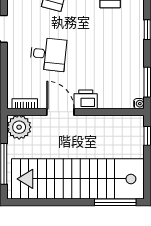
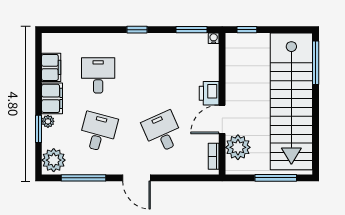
desk: (48, 54) -> (163, 132), turned -30
plant: (19, 127) -> (238, 147), moved

